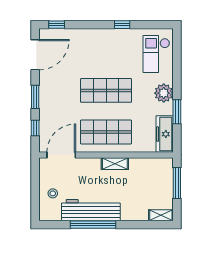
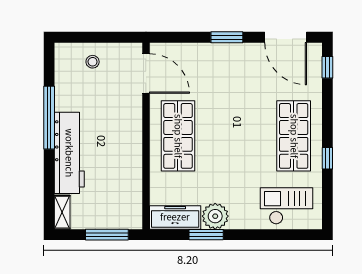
shop shelf: (106, 90) -> (294, 136), moved
plant: (164, 93) -> (215, 216), moved
window: (35, 128) -> (183, 37), removed
shelving: (115, 164) -> (134, 148), removed
workbench: (91, 210) -> (69, 153), moved

